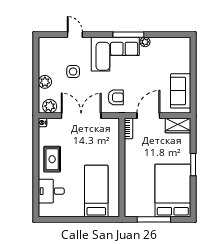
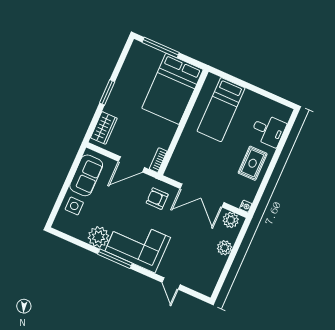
plant: (145, 42) -> (98, 237), width x1.88, depth x1.88
side table: (73, 72) -> (74, 206), moved
wardrobe: (178, 126) -> (104, 128), moved, turned 90
bed: (173, 190) -> (172, 89), moved
window: (154, 219) -> (161, 47), moved

